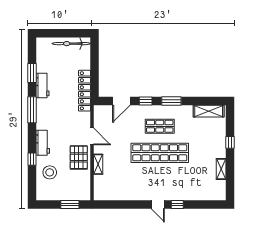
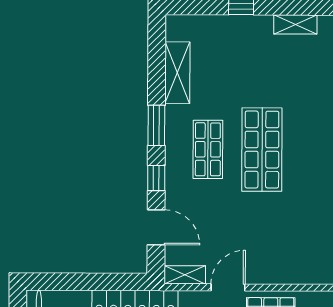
shelving: (209, 111) -> (177, 73), moved
shop shelf: (160, 153) -> (262, 150), width x0.71
shelving: (98, 164) -> (185, 275), moved

